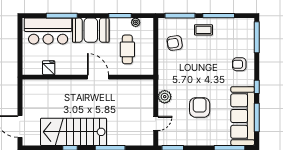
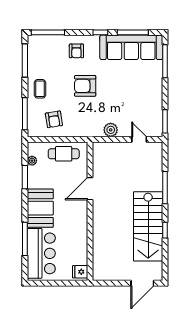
window: (219, 16) -> (25, 61), moved
cafe table: (127, 49) -> (64, 154), moved
fridge: (49, 68) -> (80, 272), moved
door: (98, 77) -> (90, 189), moved
armchair: (200, 107) -> (85, 86), moved

